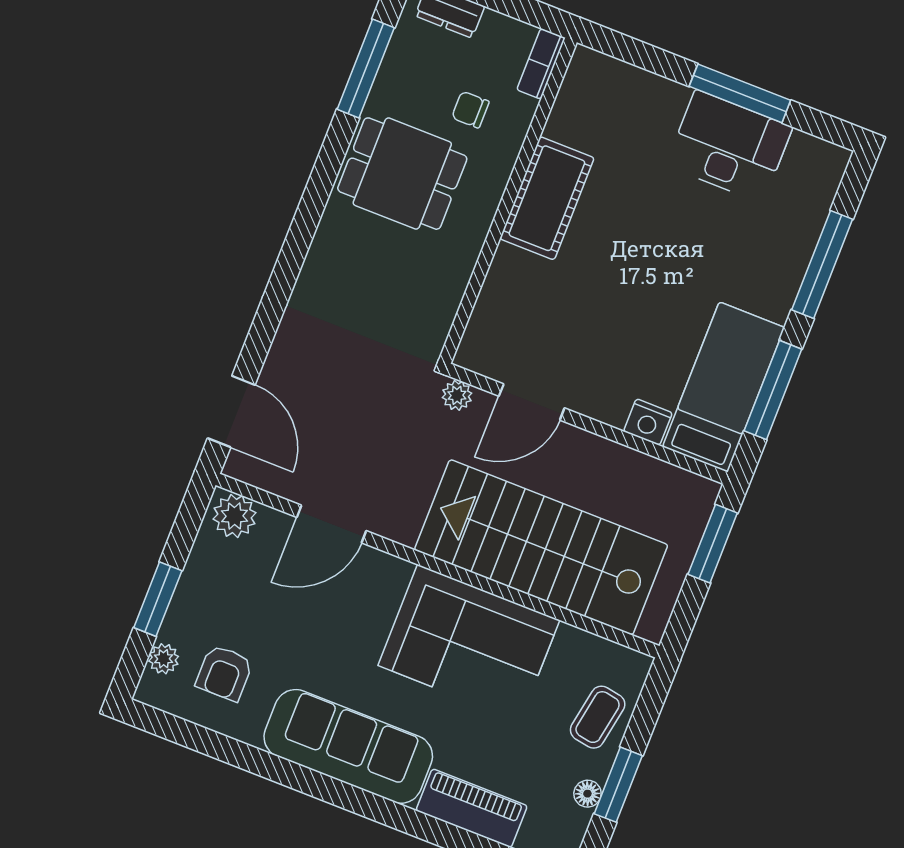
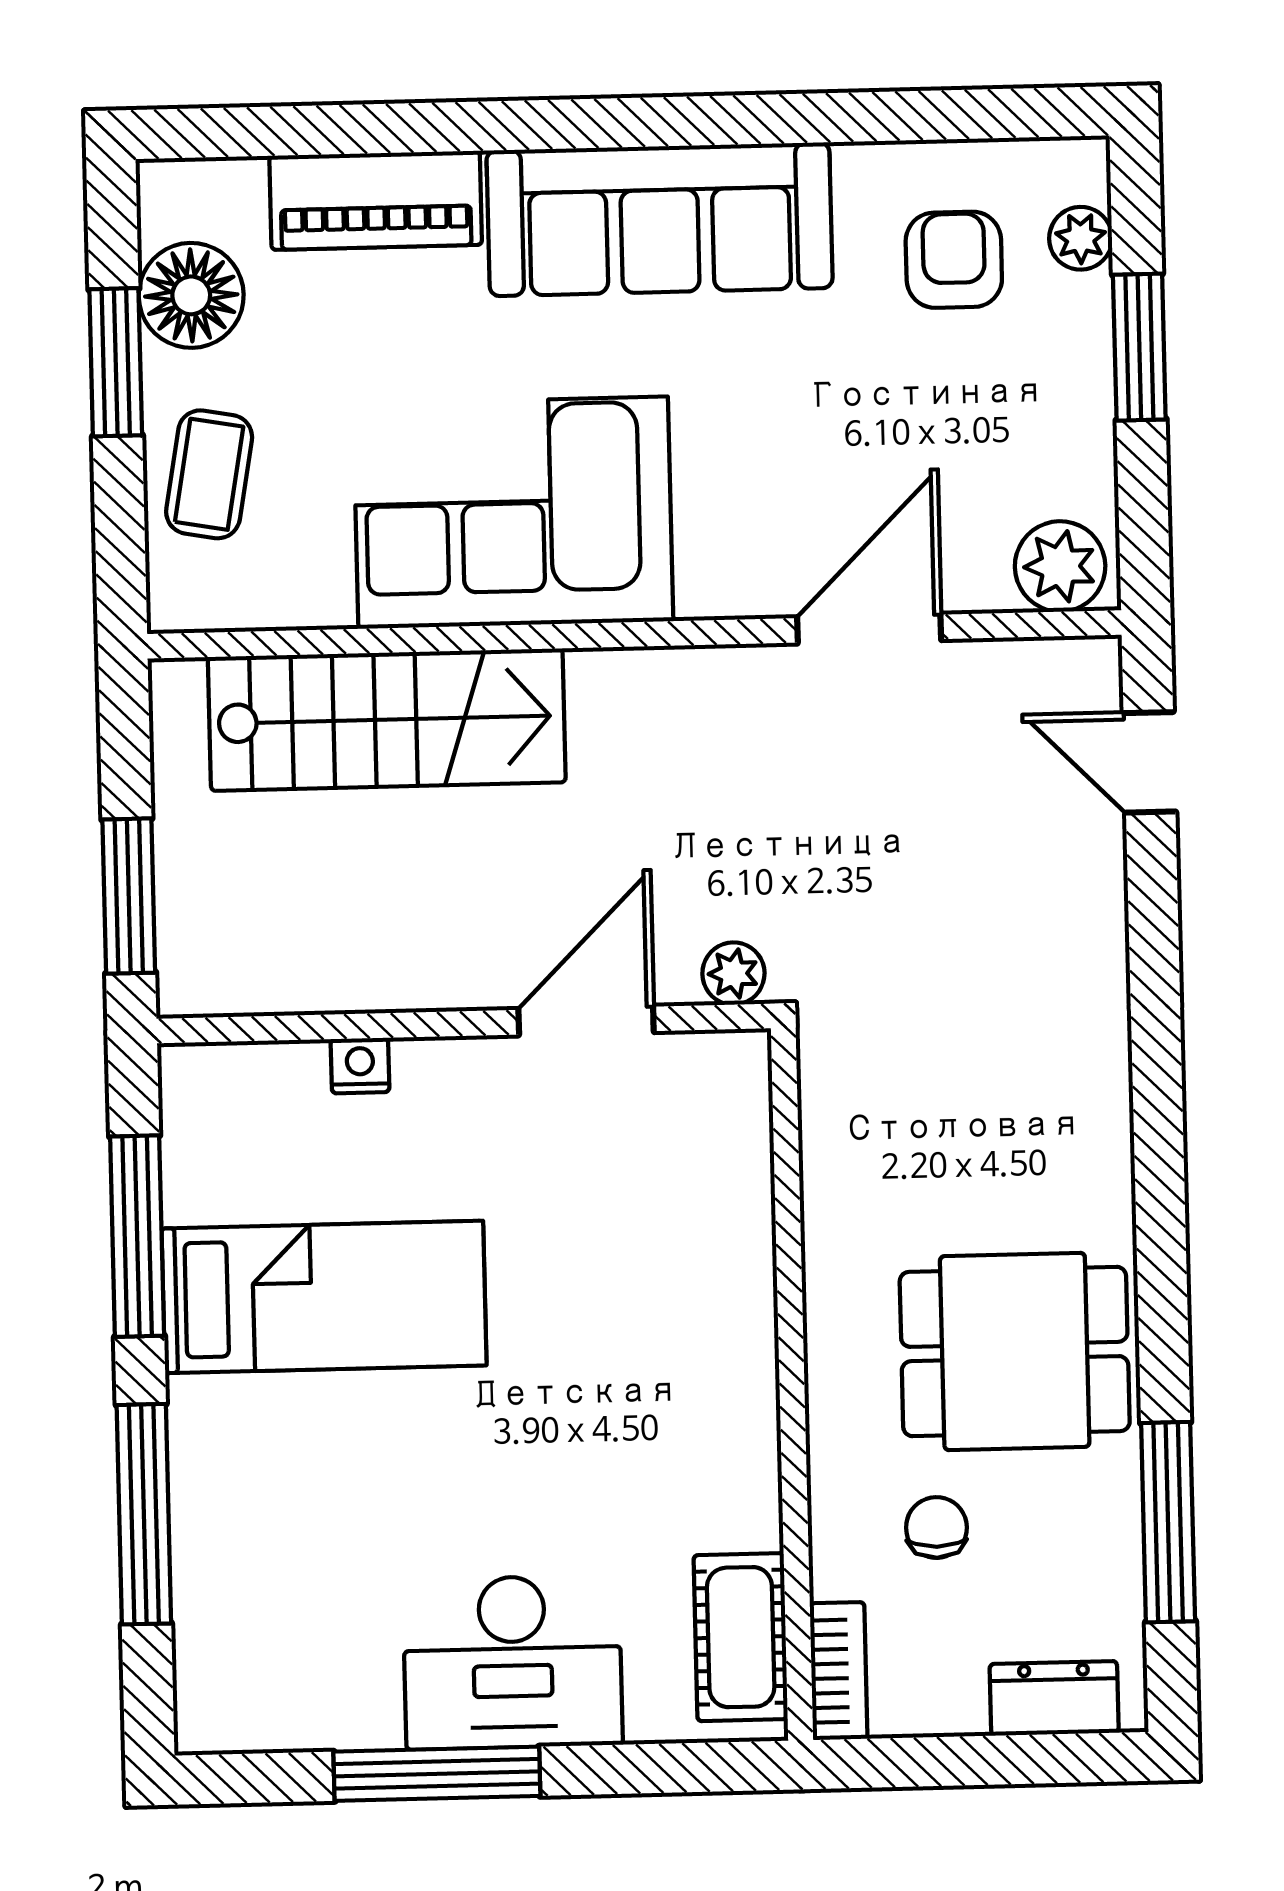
chair: (470, 110) -> (936, 1527), turned -90
desk: (729, 146) -> (513, 1662), moved
cot: (547, 198) -> (741, 1637), moved, width x0.73, depth x0.75
bed: (724, 387) -> (324, 1297), moved, turned -90
door: (231, 412) -> (1149, 762), width x0.73
nightstand: (648, 422) -> (360, 1066), width x0.72, depth x0.74
stairs: (541, 547) -> (387, 720), width x0.73, depth x0.66
floor lamp: (587, 794) -> (191, 295), width x1.89, depth x1.89

